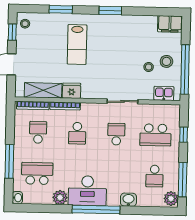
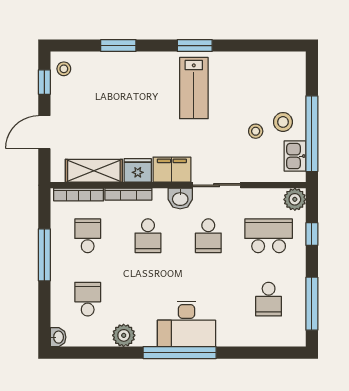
filing cabinet: (170, 24) -> (172, 170), moved, turned 180
lab bench: (77, 44) -> (194, 88), moved
kitchen sink: (164, 93) -> (295, 156), moved, turned -90
school desk: (116, 134) -> (208, 236), turned 180
school desk: (155, 135) -> (269, 236), turned 180
window: (9, 161) -> (44, 255), moved
school desk: (37, 173) -> (88, 299), width x0.54
desk: (87, 191) -> (186, 324), moved
plant: (171, 199) -> (295, 199), moved
washbasin: (128, 200) -> (180, 198), moved, turned 180

